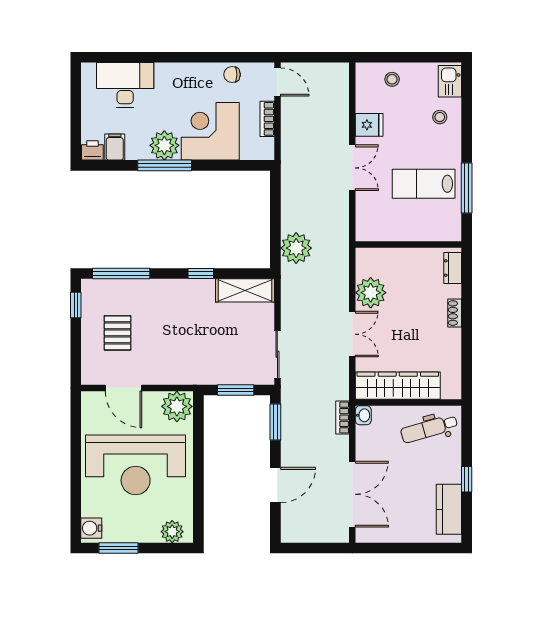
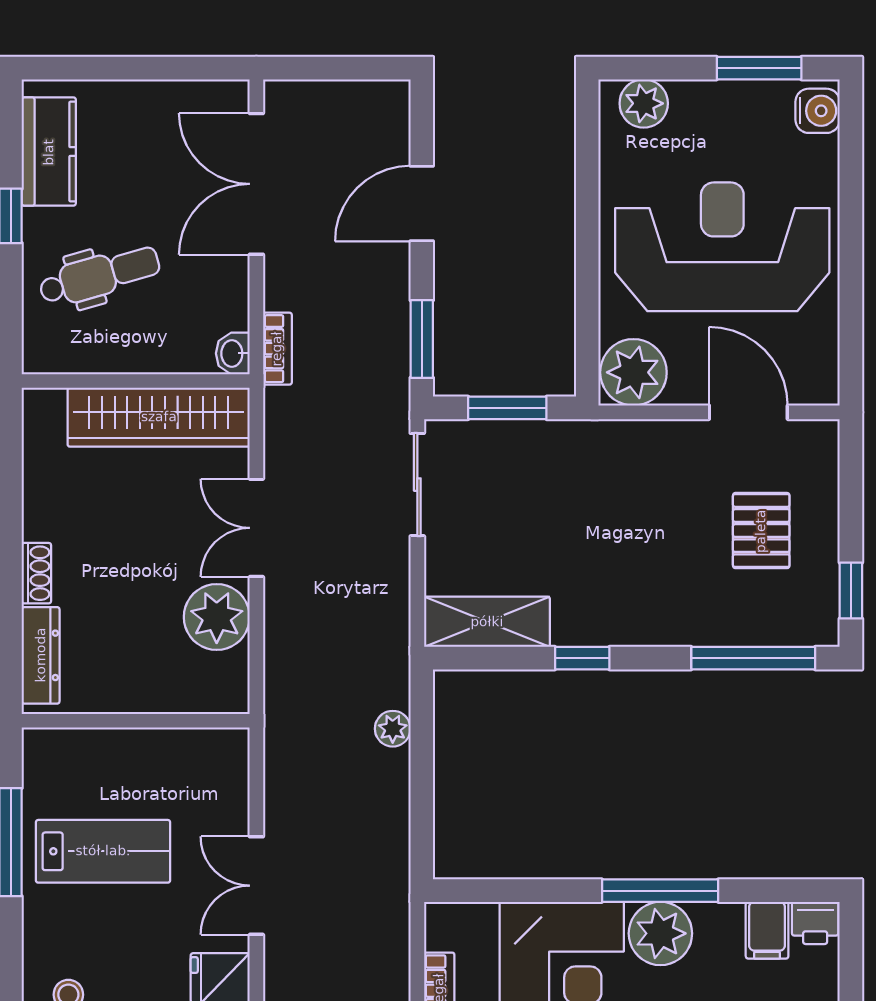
plant: (296, 248) -> (393, 729), width x0.53, depth x0.53
dresser: (453, 268) -> (41, 655), width x1.44
dental chair: (429, 429) -> (99, 276), moved

